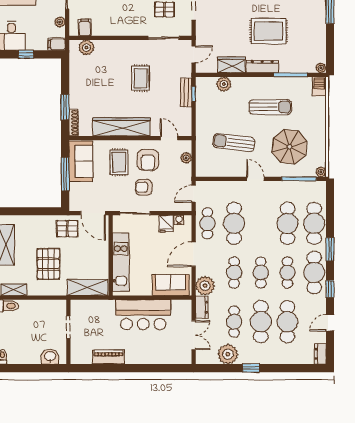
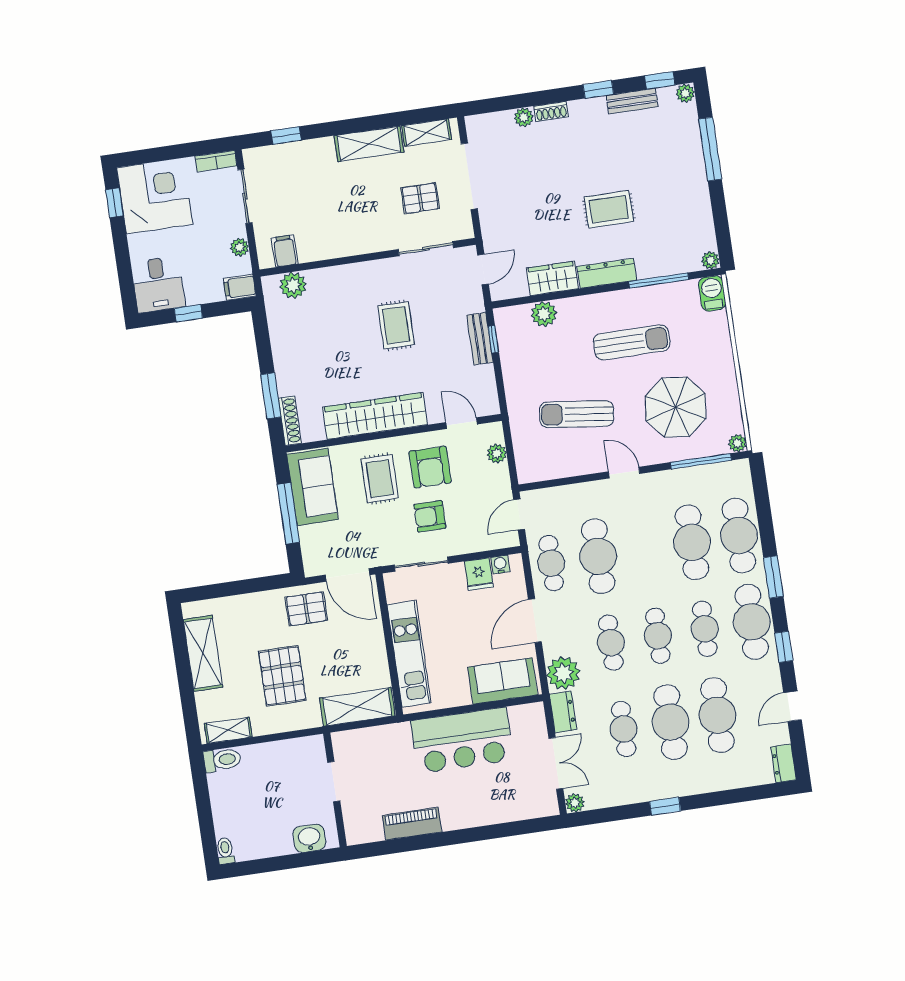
rug: (269, 31) -> (609, 209), width x0.73, depth x0.70
plant: (228, 354) -> (575, 803), moved, width x0.53, depth x0.53

